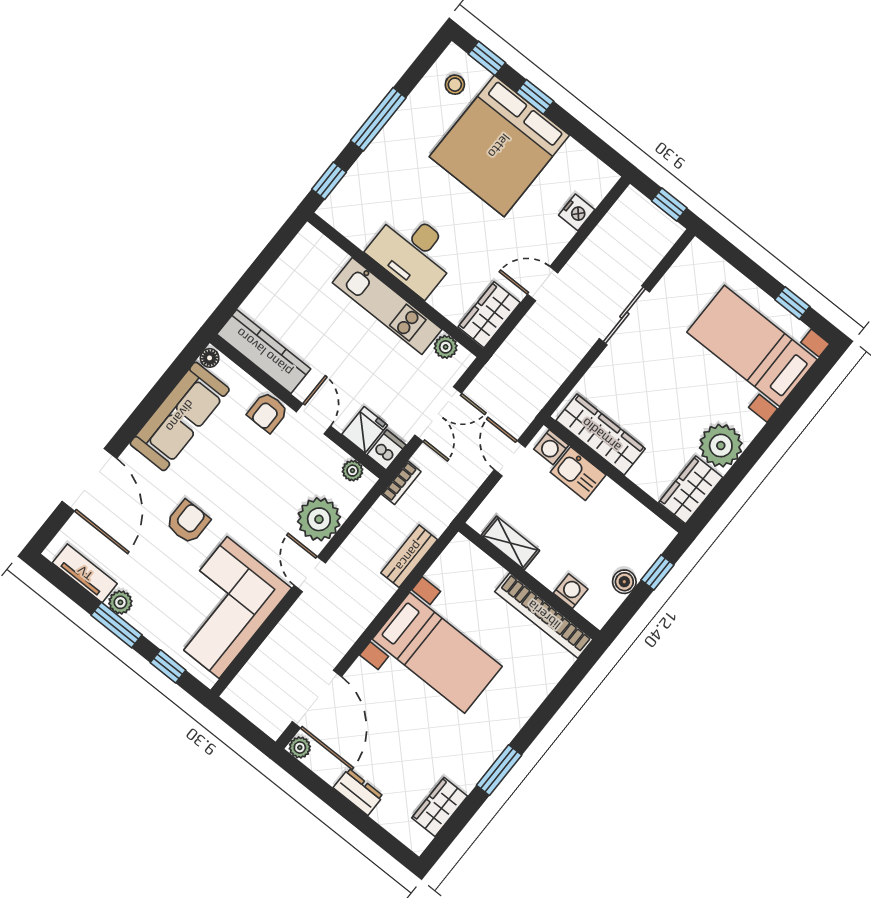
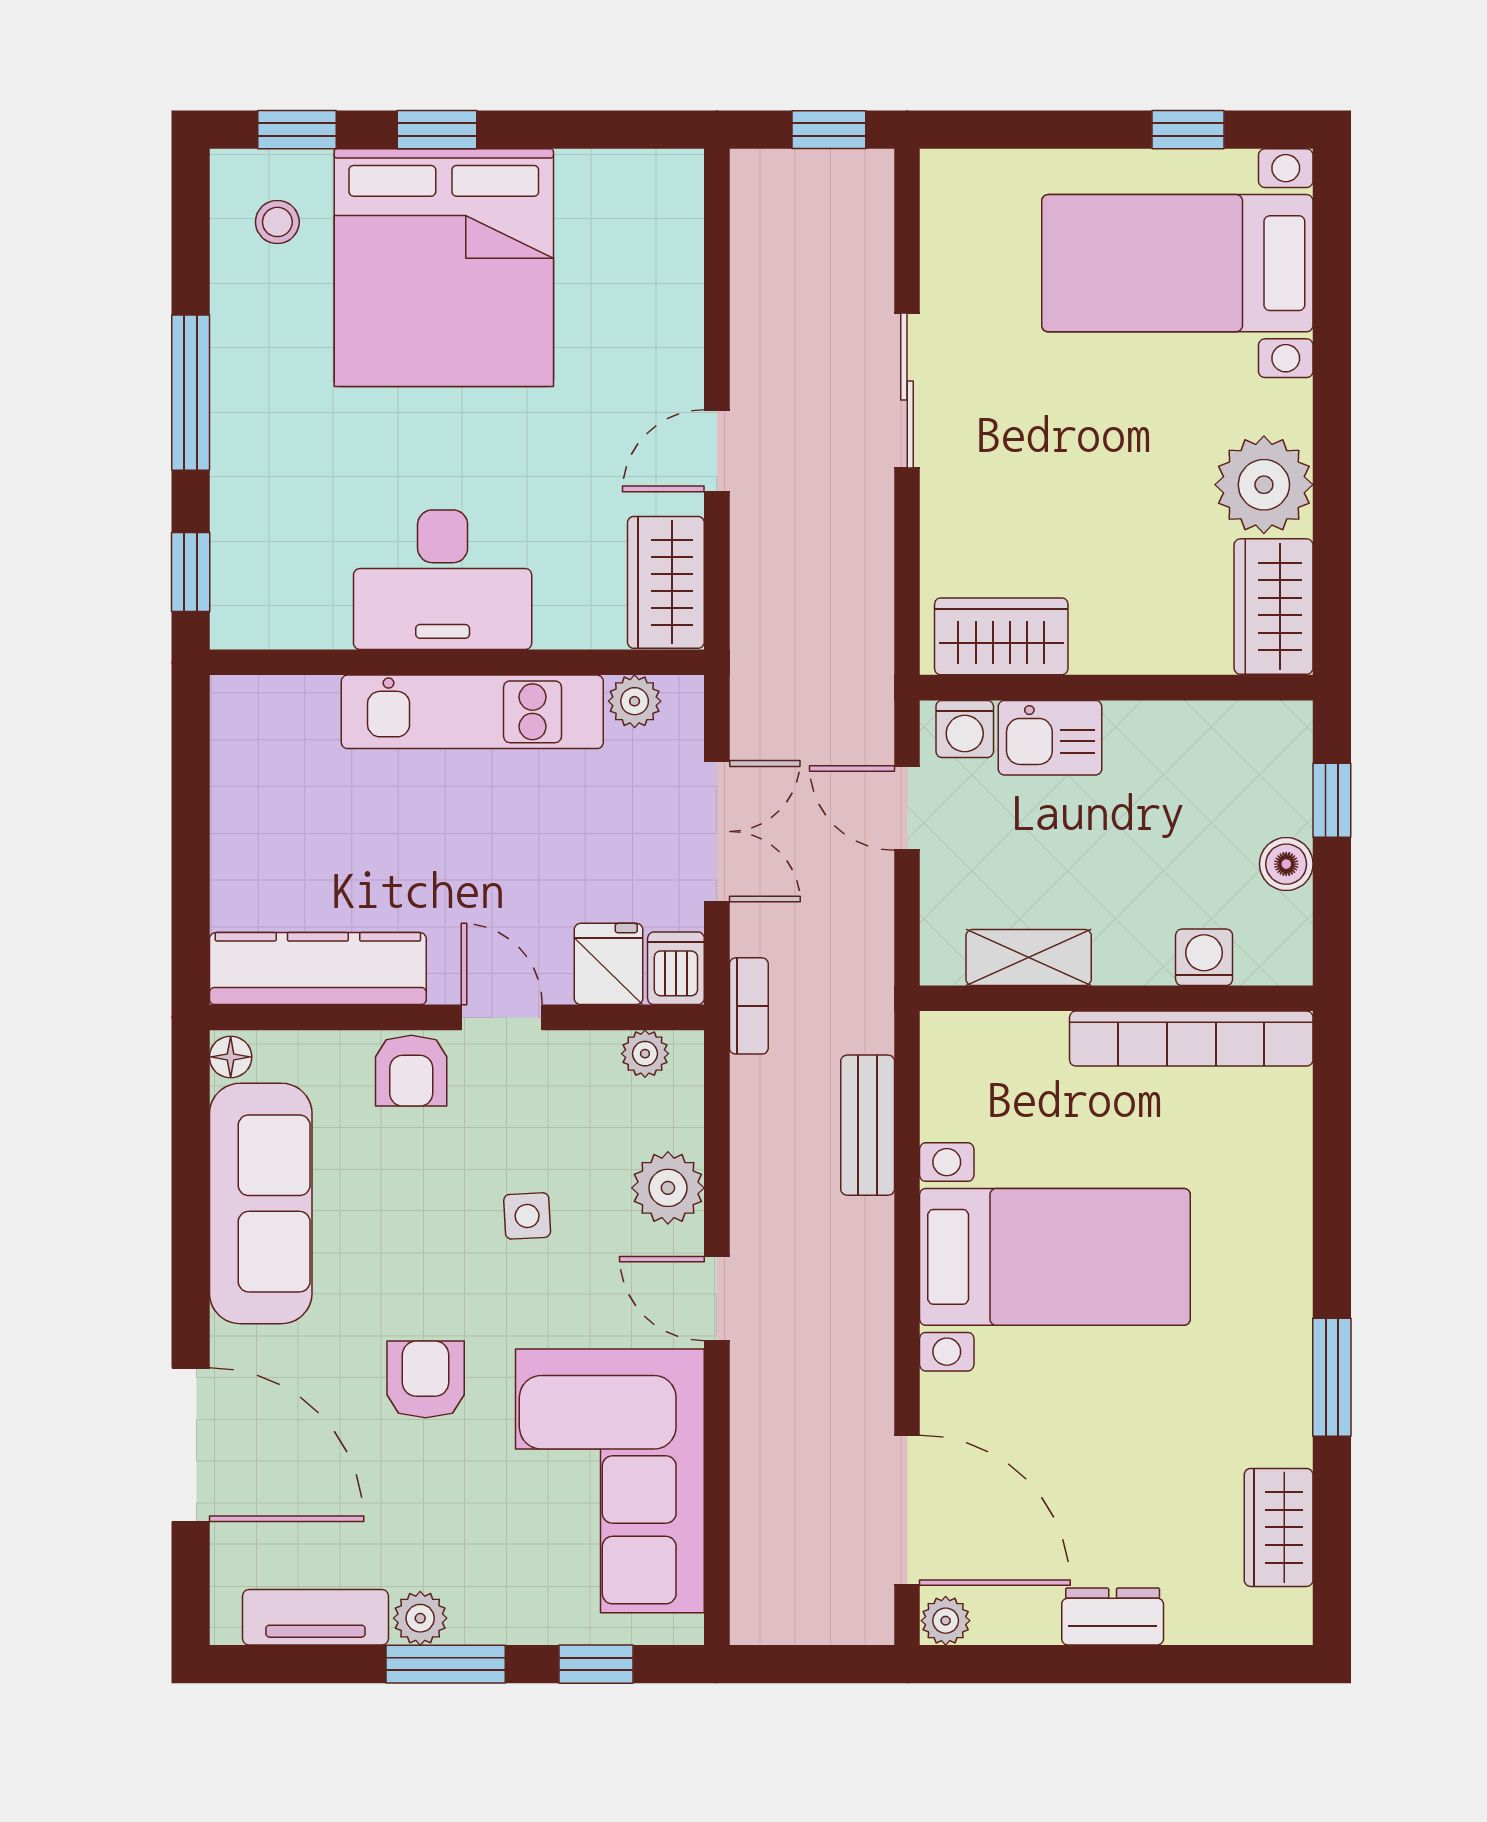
nightstand: (577, 212) -> (676, 276), removed
wardrobe: (601, 435) -> (1001, 636), width x0.67
side table: (268, 494) -> (527, 1216), added
plant: (319, 519) -> (668, 1188), width x0.73, depth x0.73

